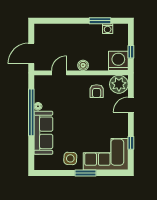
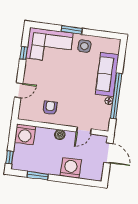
washing machine: (108, 29) -> (71, 168), moved, width x1.89, depth x1.89
window: (131, 52) -> (10, 157), moved
door: (31, 53) -> (108, 153), hinge flipped
plant: (119, 84) -> (28, 112), removed

